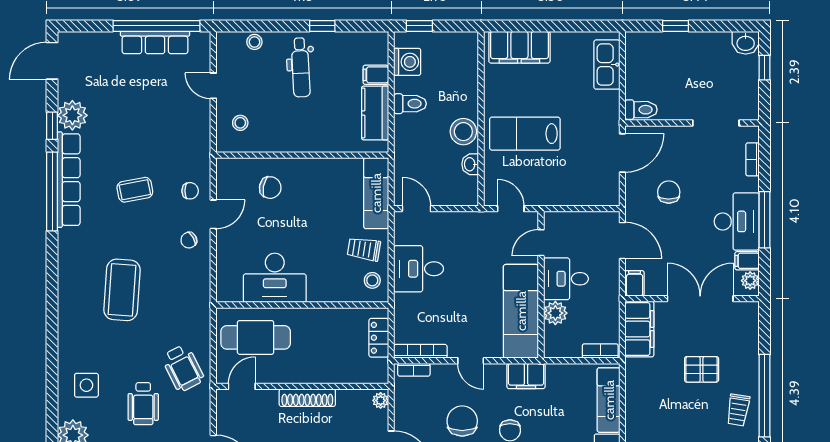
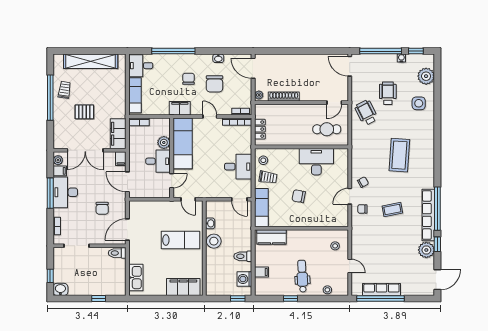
kitchen counter: (375, 113) -> (272, 237), moved, turned 90
chair: (270, 188) -> (299, 196), moved
cafe table: (256, 337) -> (327, 129), width x0.73, depth x0.74
shoe rack: (307, 398) -> (284, 97), moved

